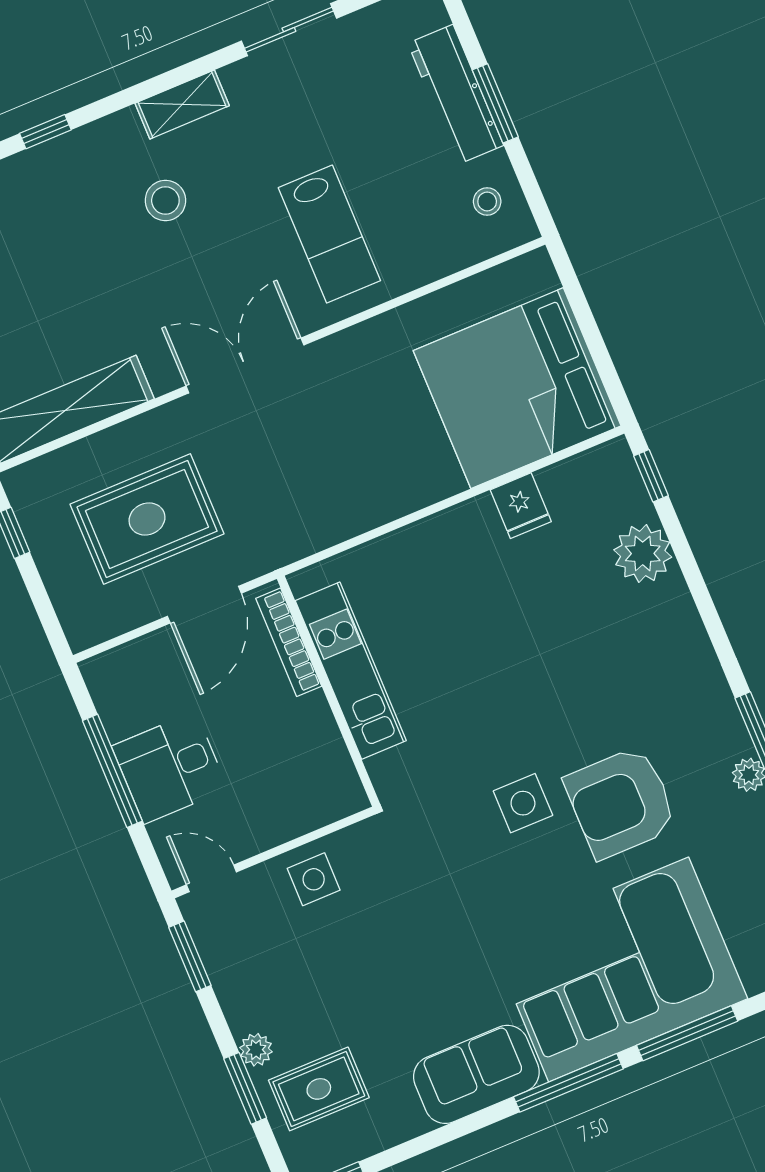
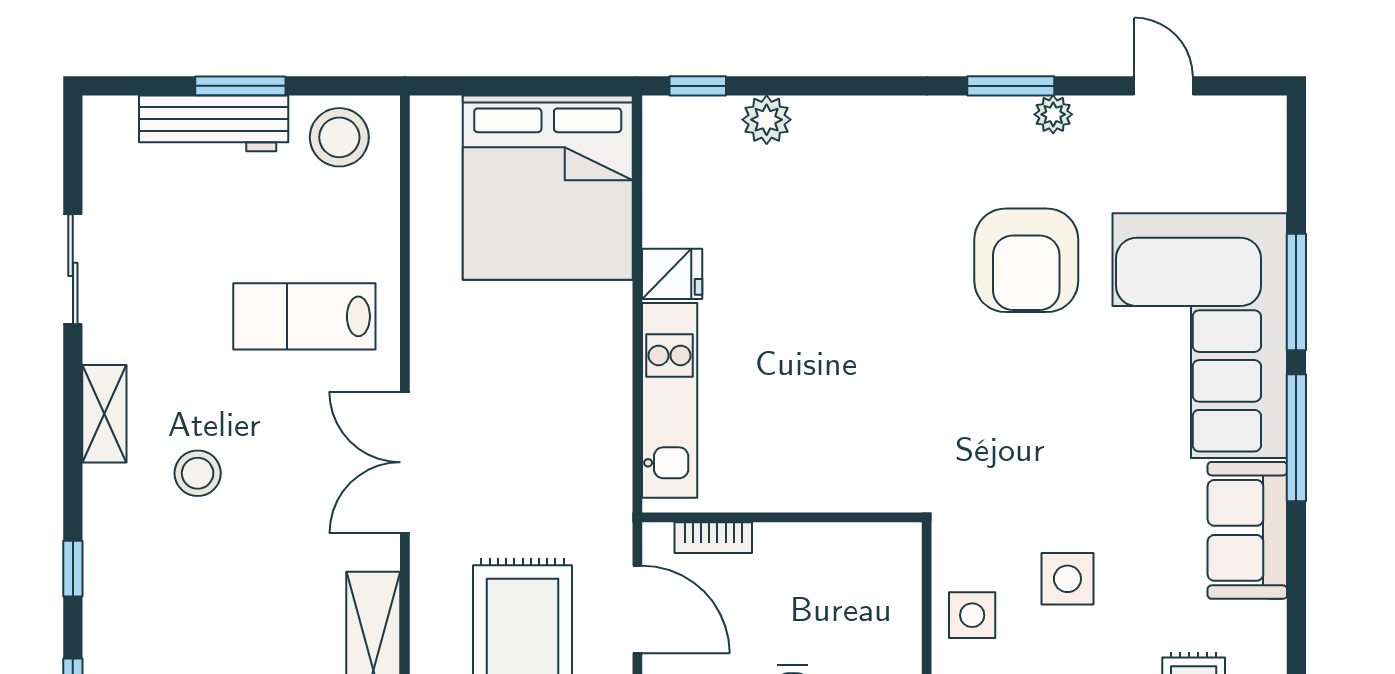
stool: (487, 201) -> (339, 137), width x1.89, depth x1.89
lab bench: (329, 234) -> (304, 316), turned 180
fridge: (521, 506) -> (672, 274), moved
plant: (643, 553) -> (767, 120), width x0.73, depth x0.73
bookcase: (289, 642) -> (713, 538), width x0.64
kitchen unit: (351, 671) -> (670, 400), moved, turned 90
side table: (523, 803) -> (1067, 579), moved

